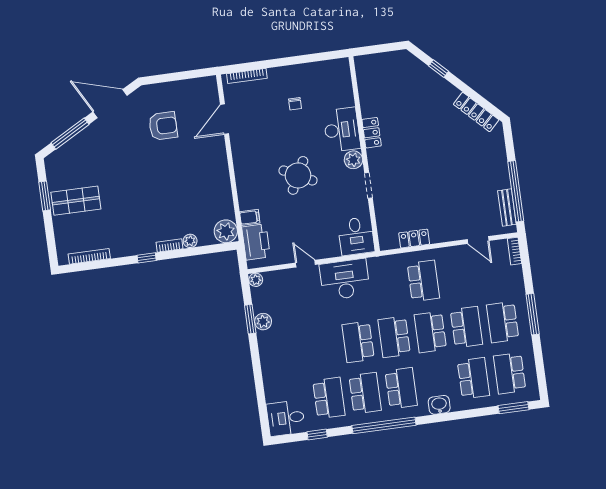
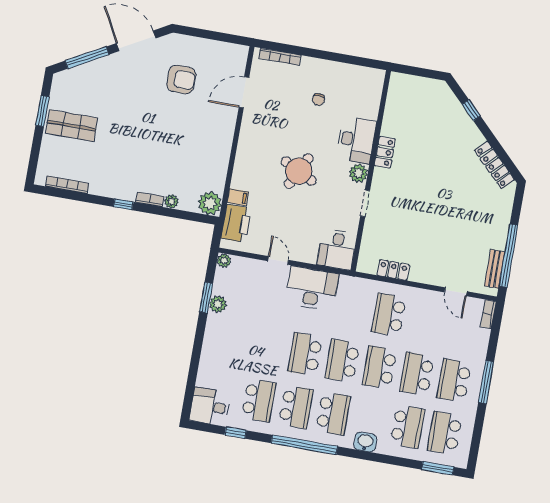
school desk: (423, 281) -> (389, 315), turned 180
school desk: (466, 327) -> (417, 374), turned 180

